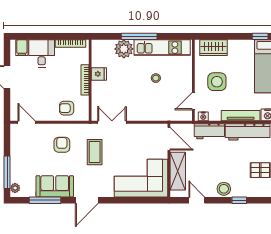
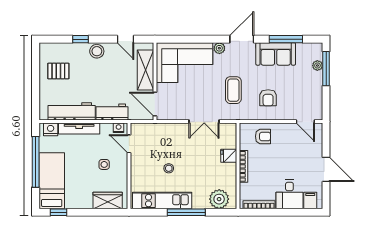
plant: (124, 49) -> (219, 199), moved
fridge: (99, 74) -> (229, 156), moved
side table: (217, 82) -> (104, 164), width x0.54, depth x0.54
door: (193, 101) -> (129, 144), swing flipped
double door: (112, 122) -> (204, 122), moved
plant: (15, 188) -> (317, 66), moved
plant: (108, 192) -> (219, 48), added

